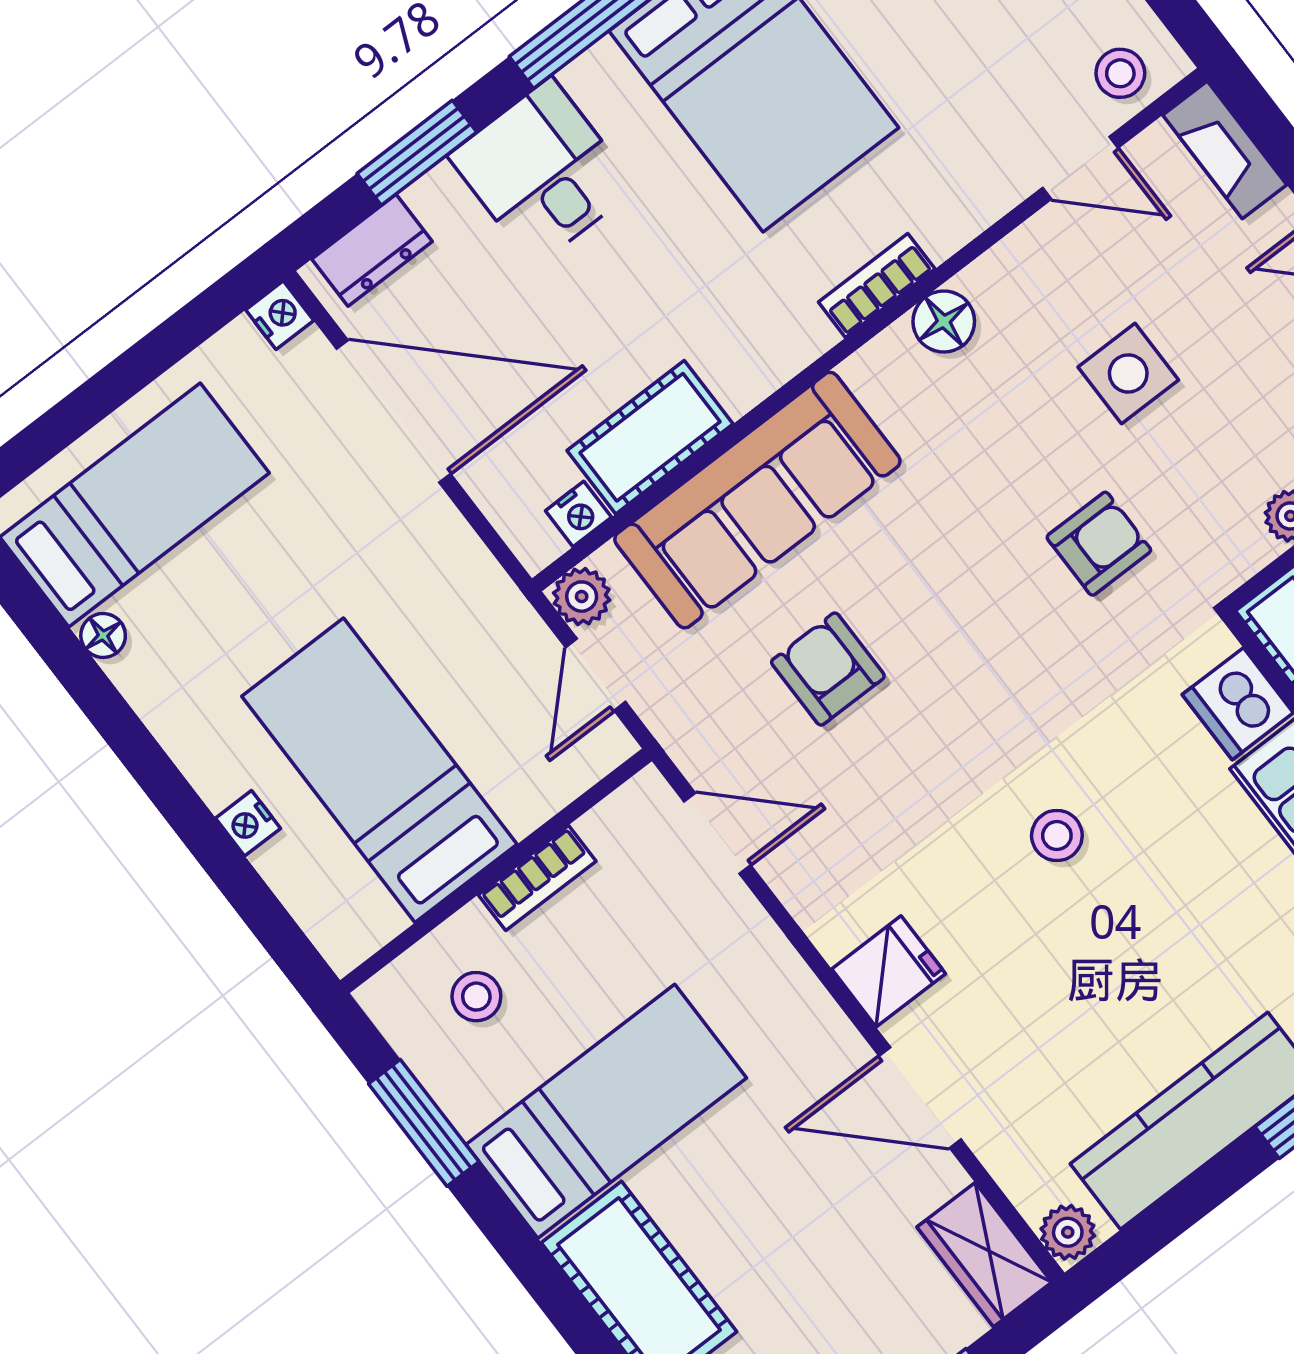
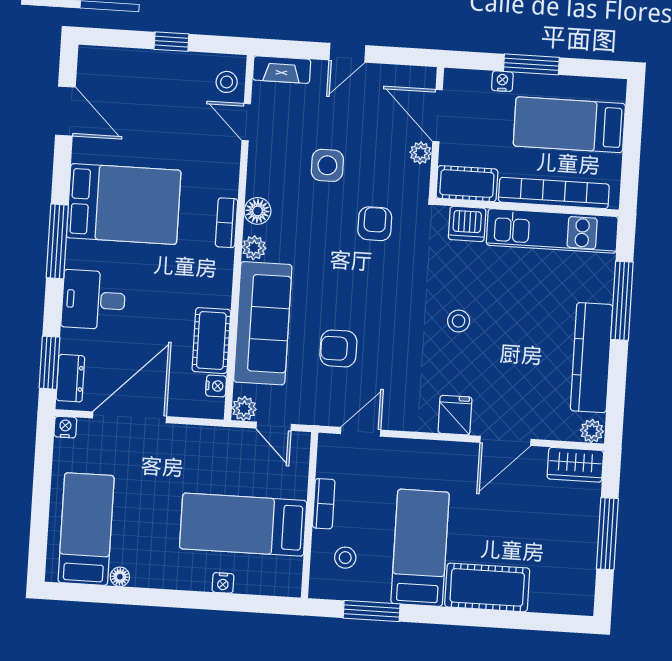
window: (417, 153) -> (50, 363), moved
door: (1080, 168) -> (246, 122), swing flipped
plant: (875, 371) -> (254, 248), added

